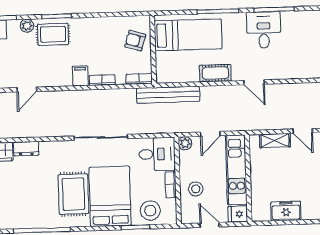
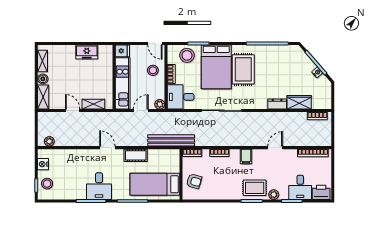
filing cabinet: (80, 76) -> (246, 156), moved
door: (209, 225) -> (155, 43), moved

